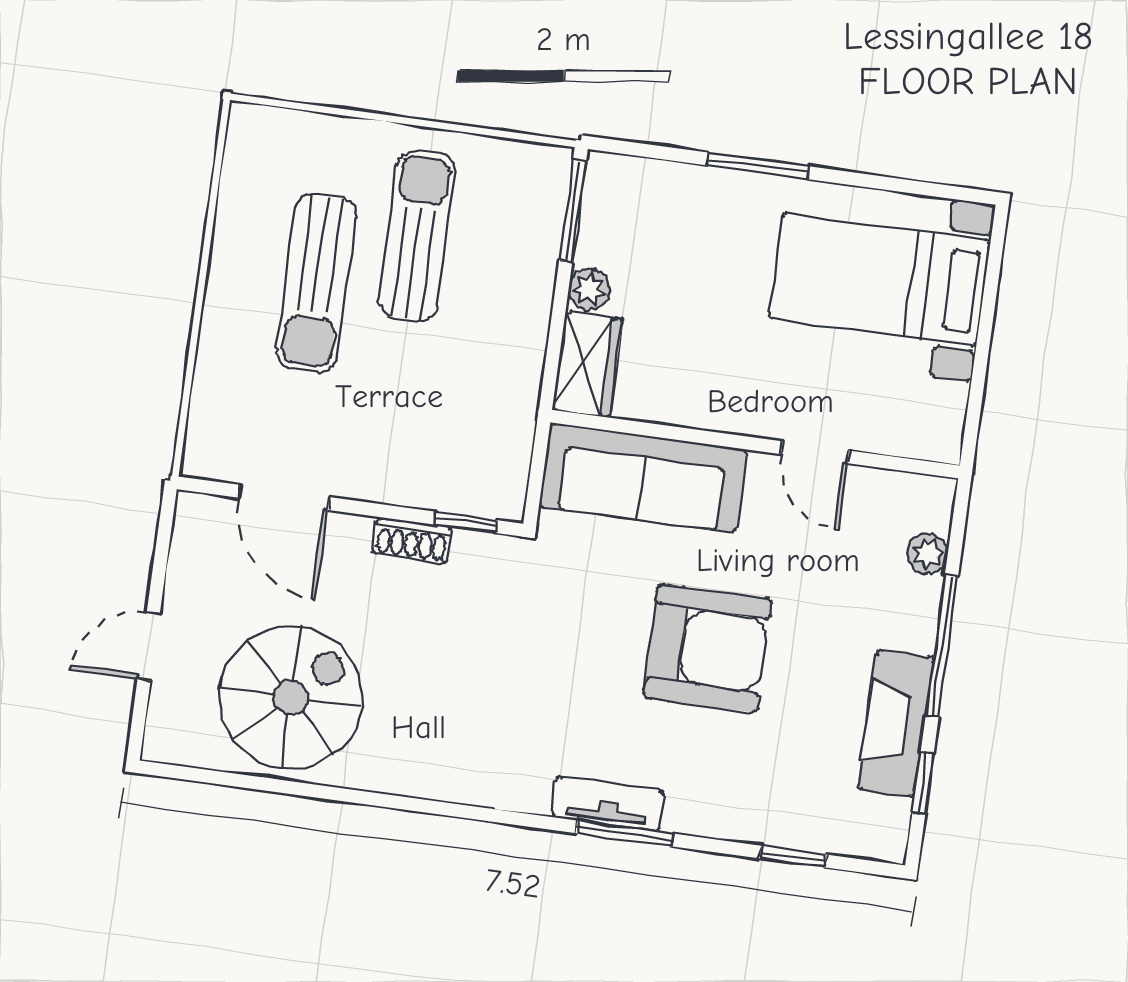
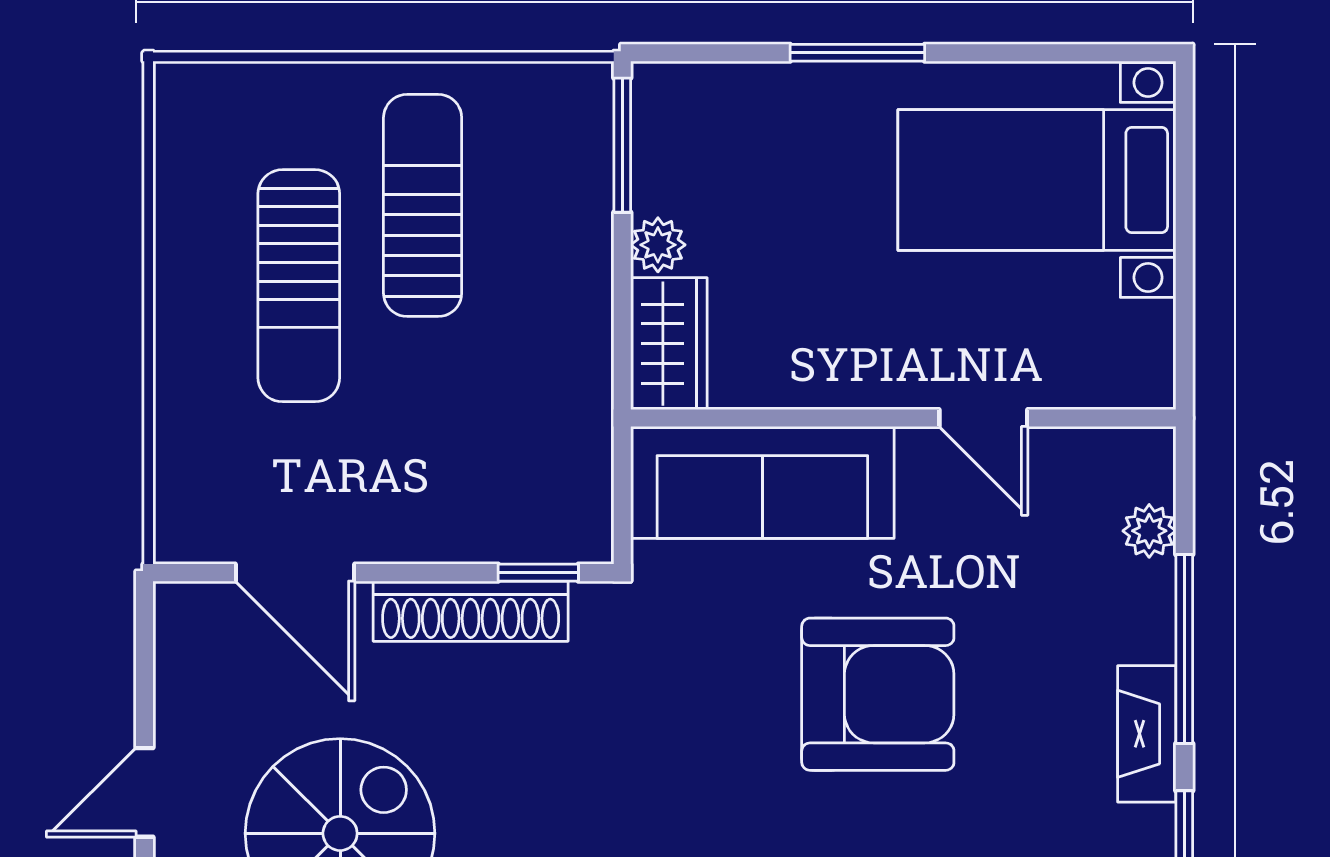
shoe rack: (412, 540) -> (471, 611), width x1.94, depth x1.24
fireplace: (895, 723) -> (1147, 734), width x0.73, depth x0.76

